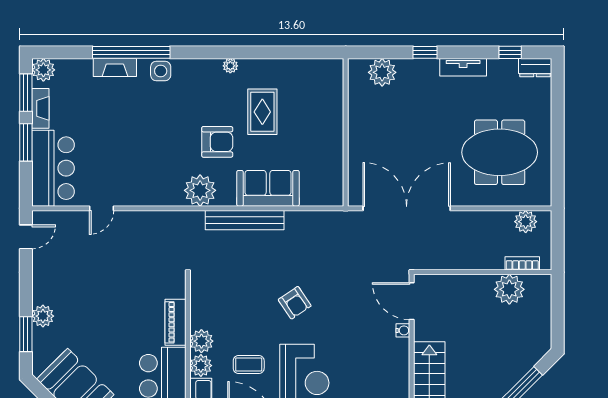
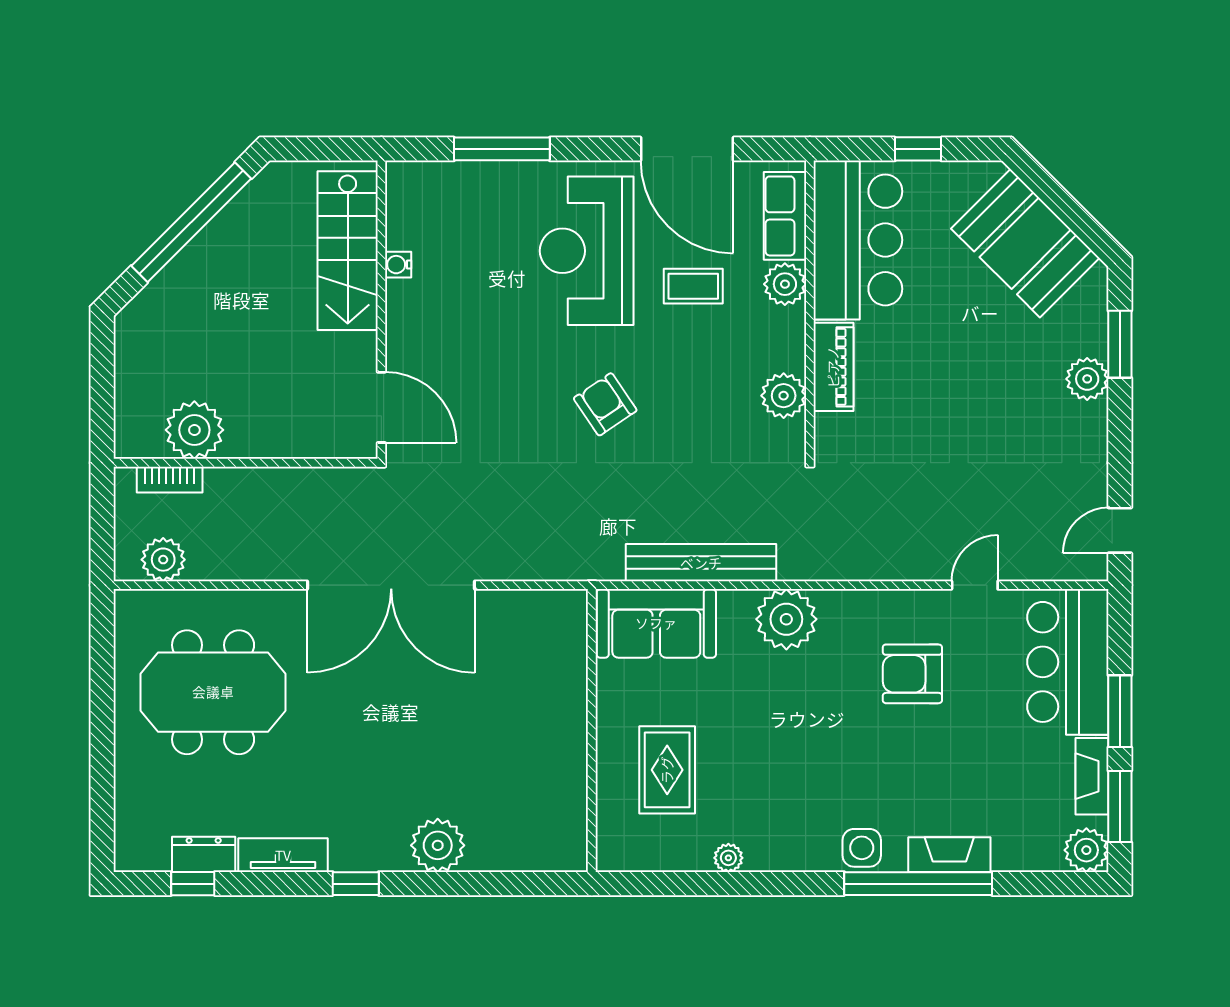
dresser: (535, 68) -> (204, 854), moved
wall: (346, 132) -> (592, 731), moved
armchair: (217, 142) -> (912, 674), moved
water cooler: (403, 330) -> (398, 265), moved
plant: (201, 341) -> (784, 396), moved

